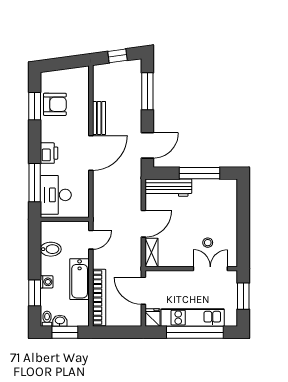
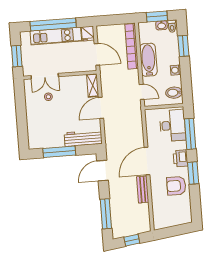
armchair: (55, 104) -> (176, 186), moved
window: (35, 106) -> (193, 173), moved
door: (91, 240) -> (142, 92), swing flipped
bidet: (51, 249) -> (174, 93), moved
washing machine: (47, 282) -> (176, 70), moved

